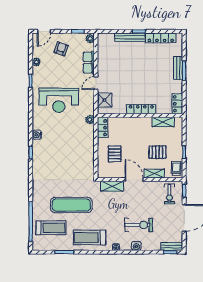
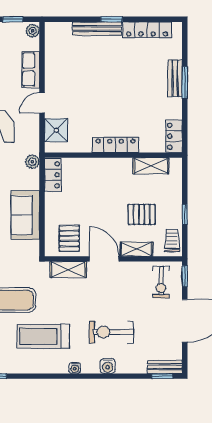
sofa: (86, 153) -> (25, 215), added
pallet: (115, 154) -> (69, 238), moved
exercise bike: (139, 225) -> (111, 332), turned 180
treadmill: (89, 237) -> (43, 336), moved

